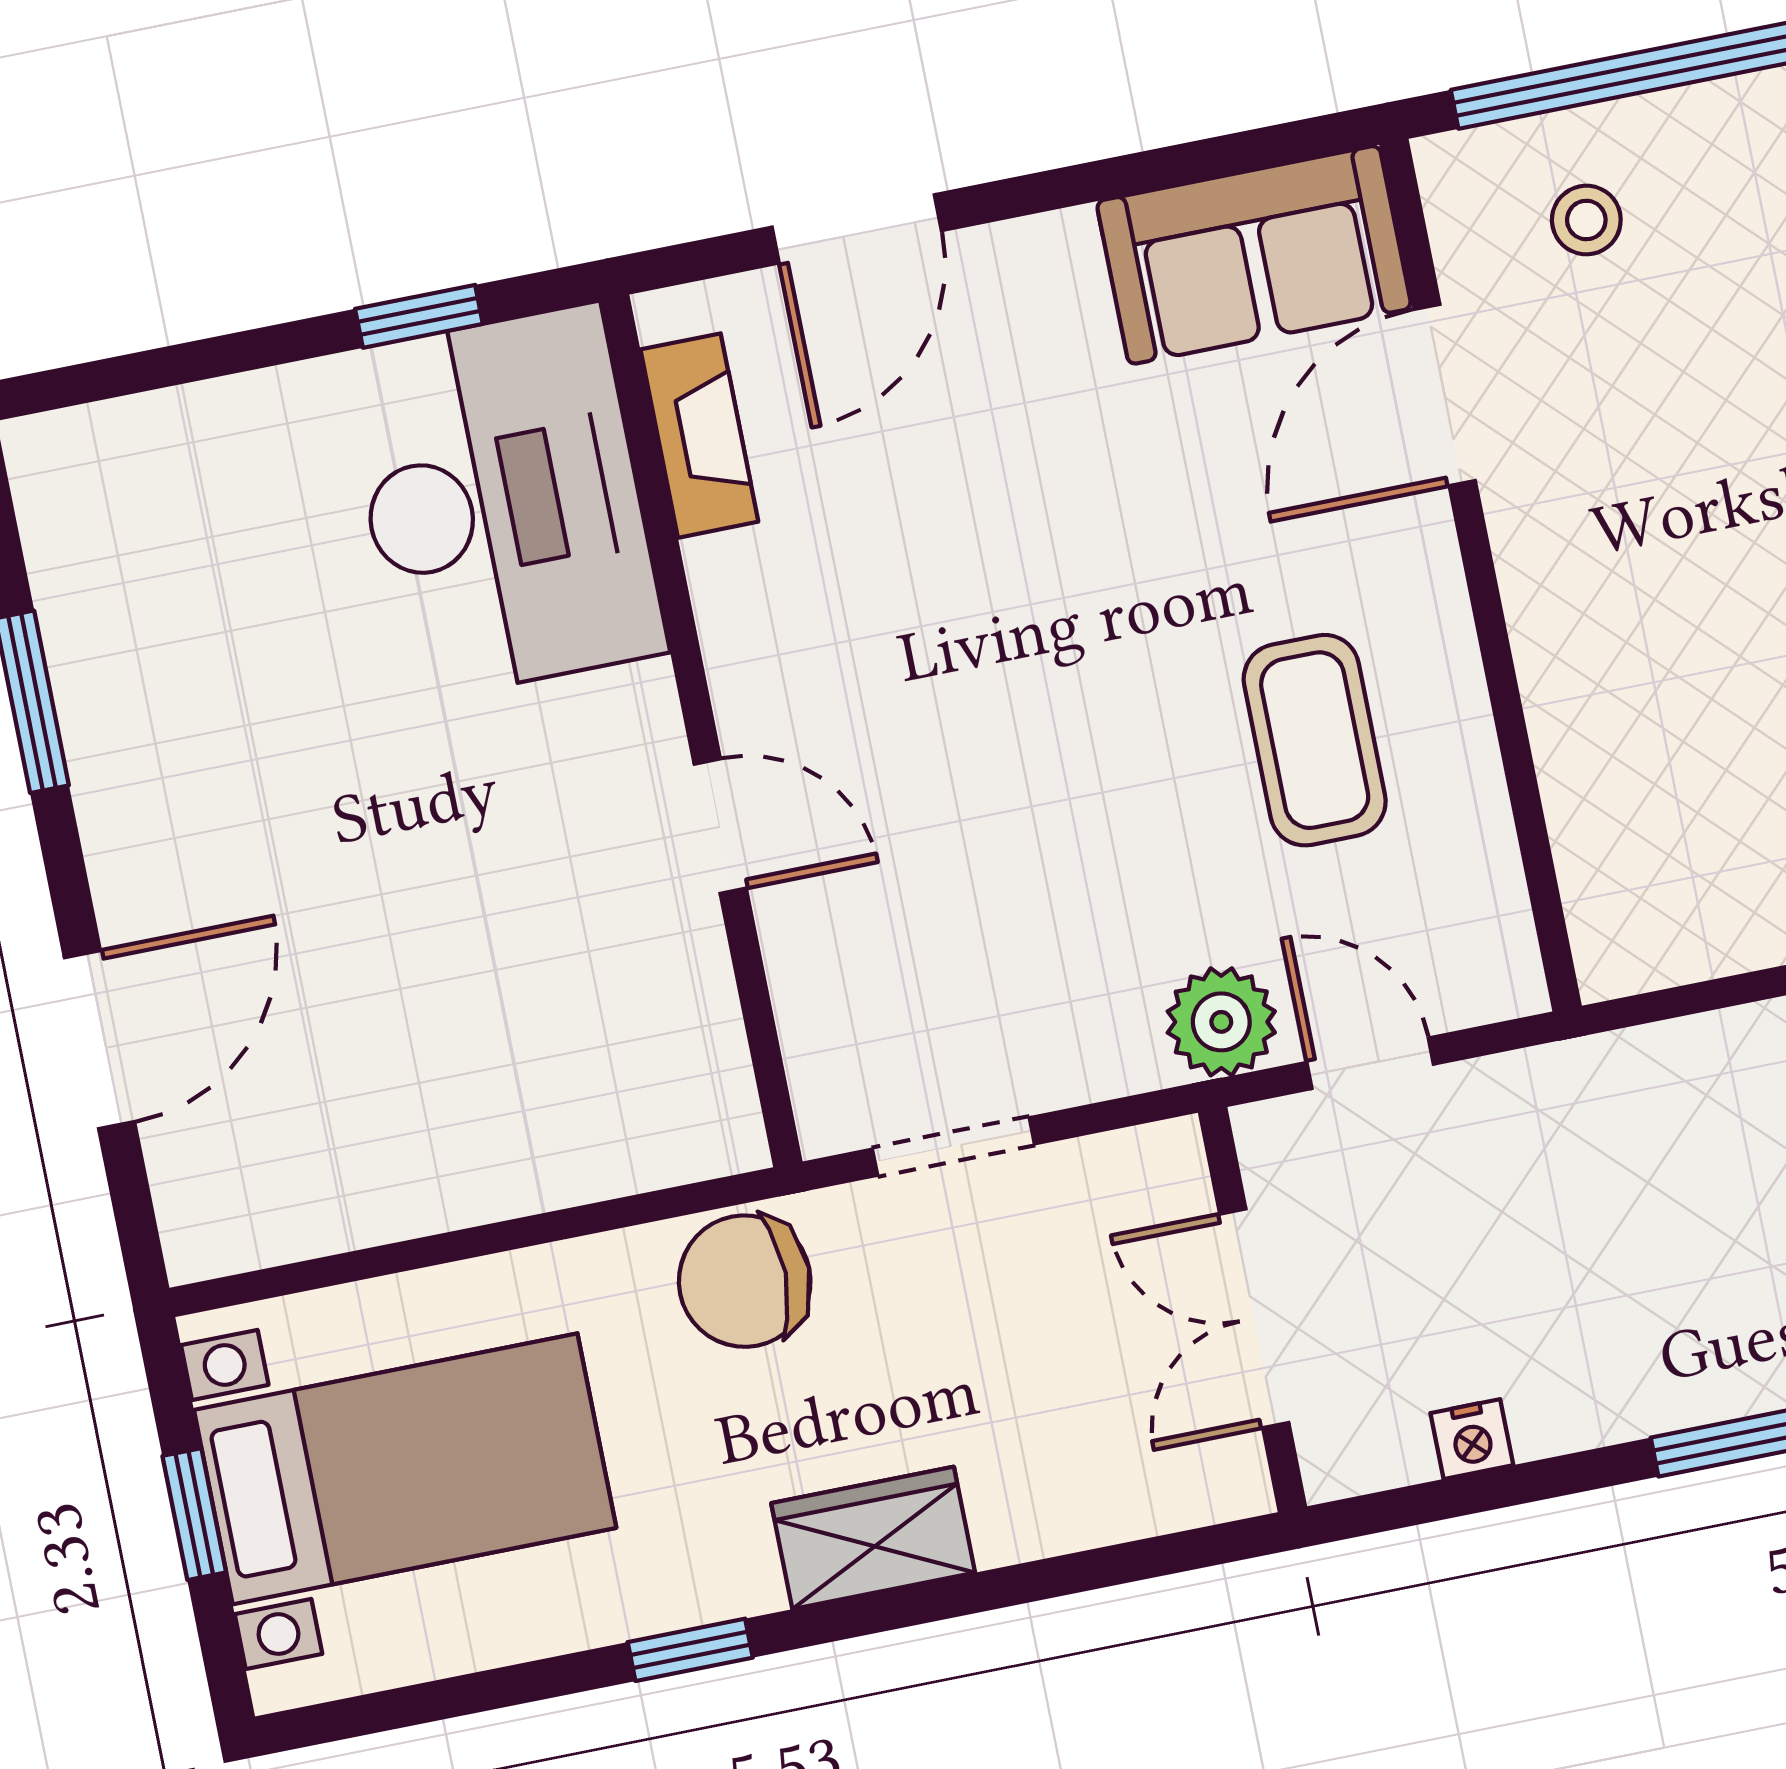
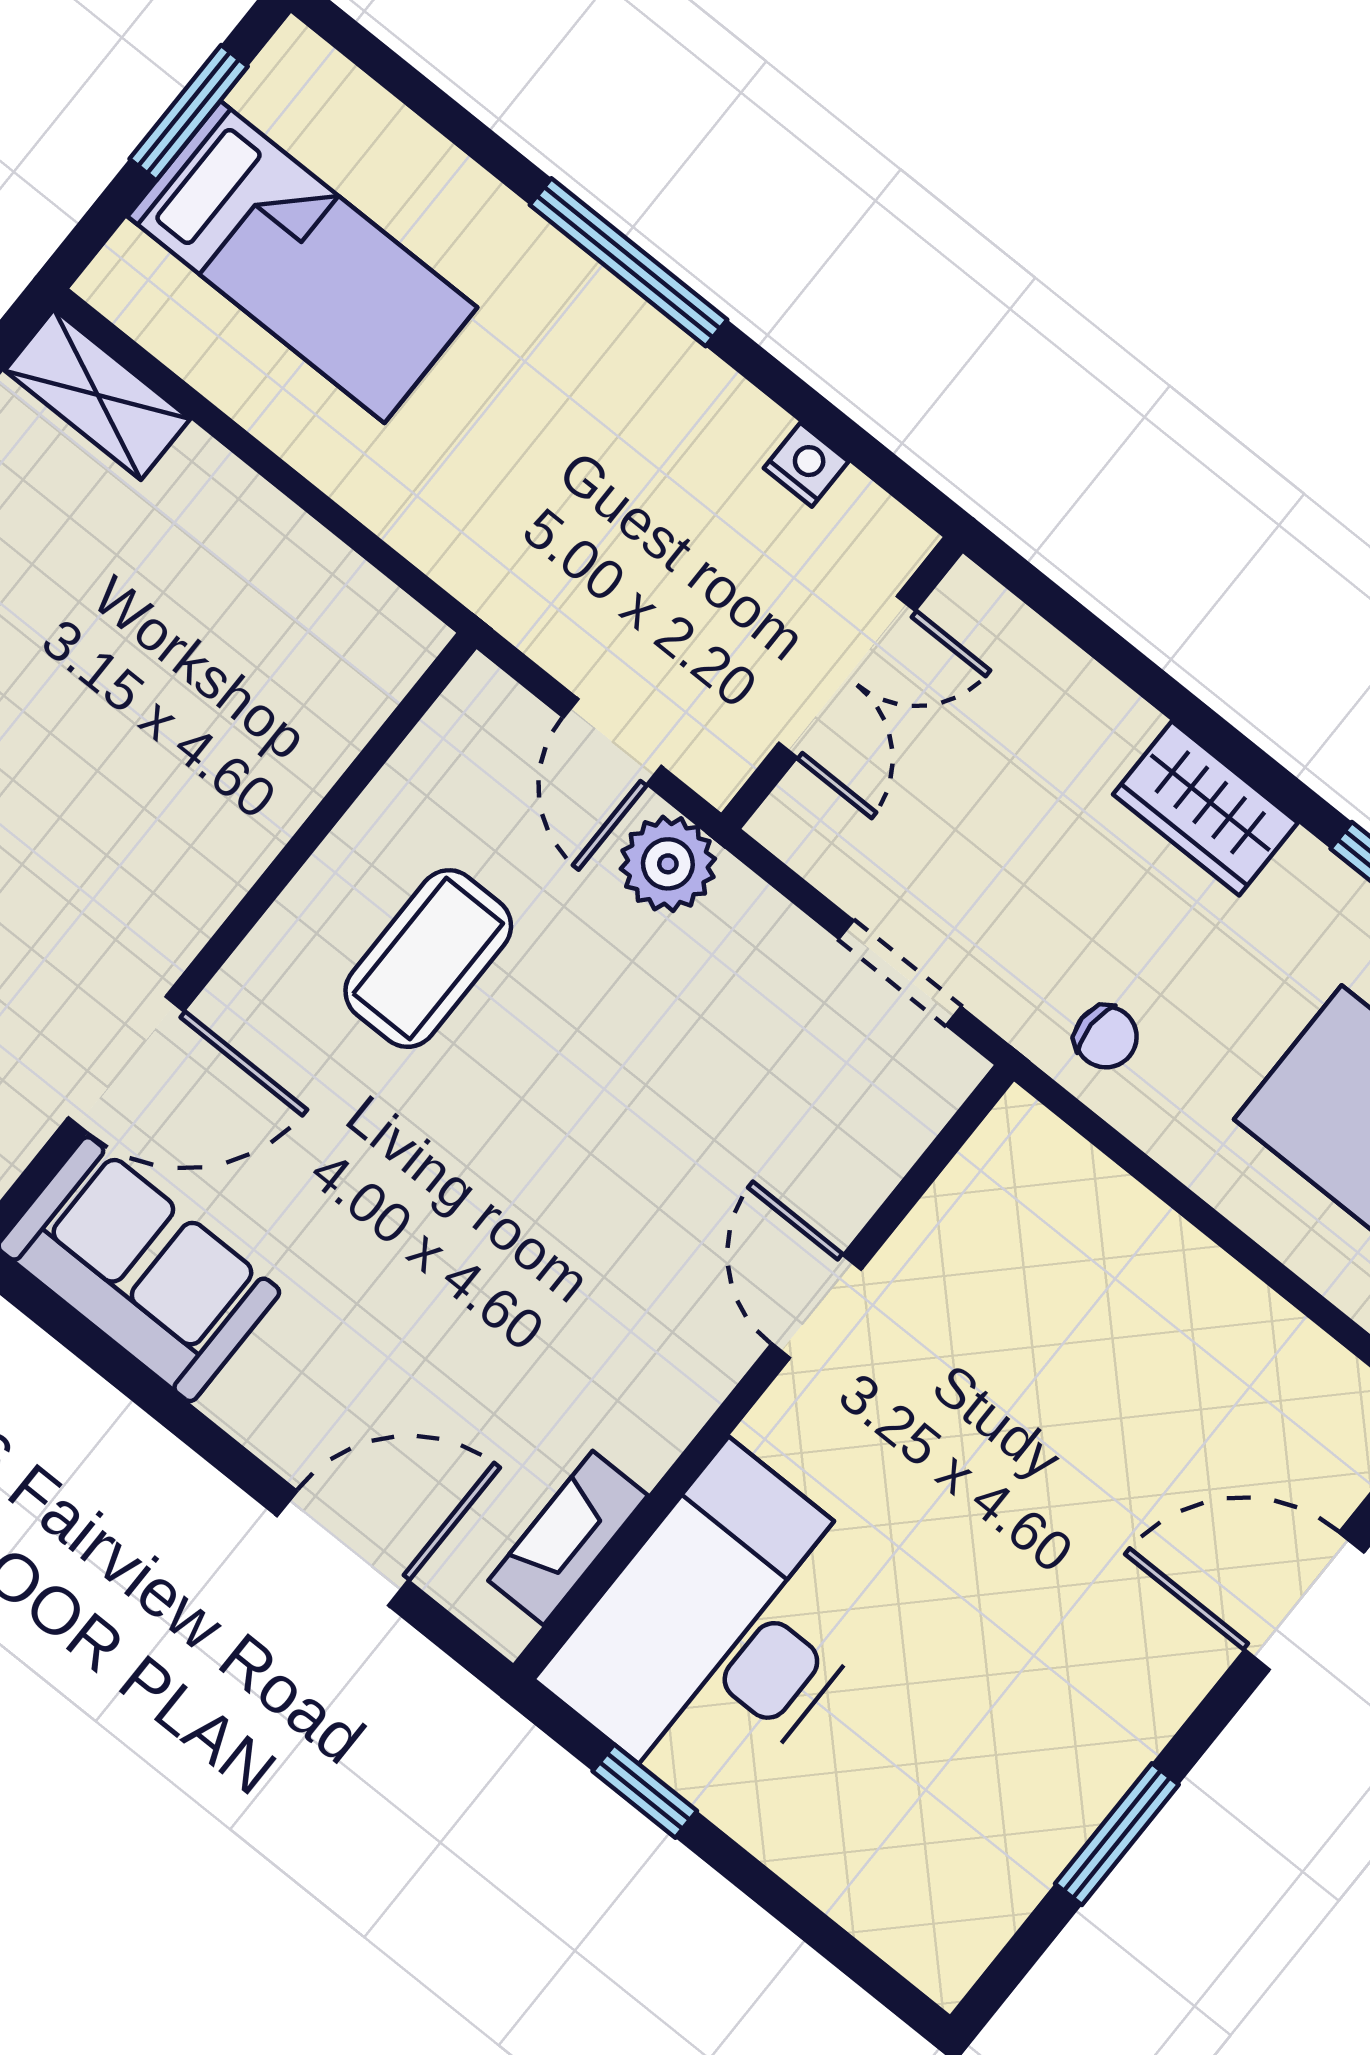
chair: (745, 1281) -> (1106, 1037), width x0.54, depth x0.54

